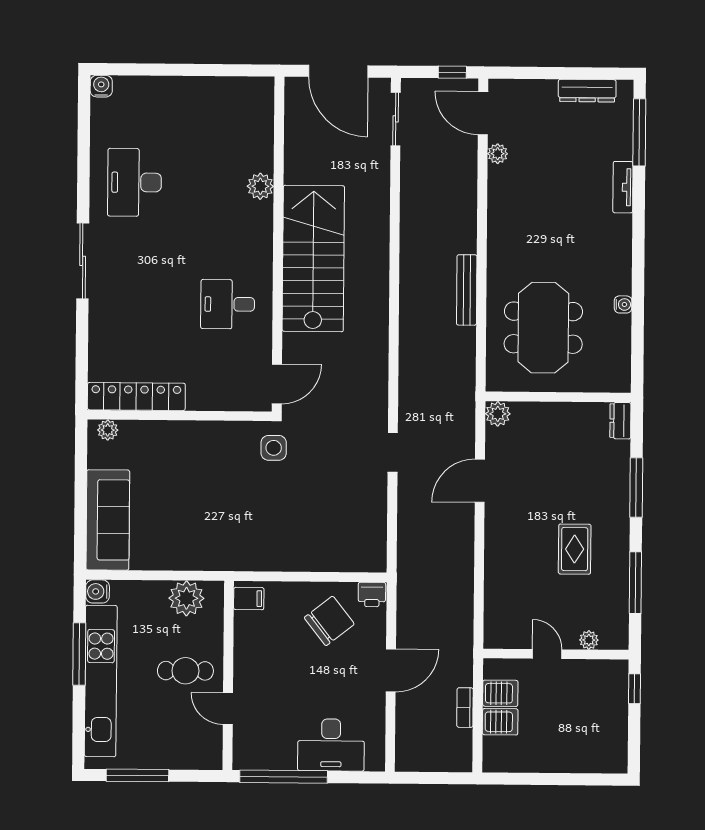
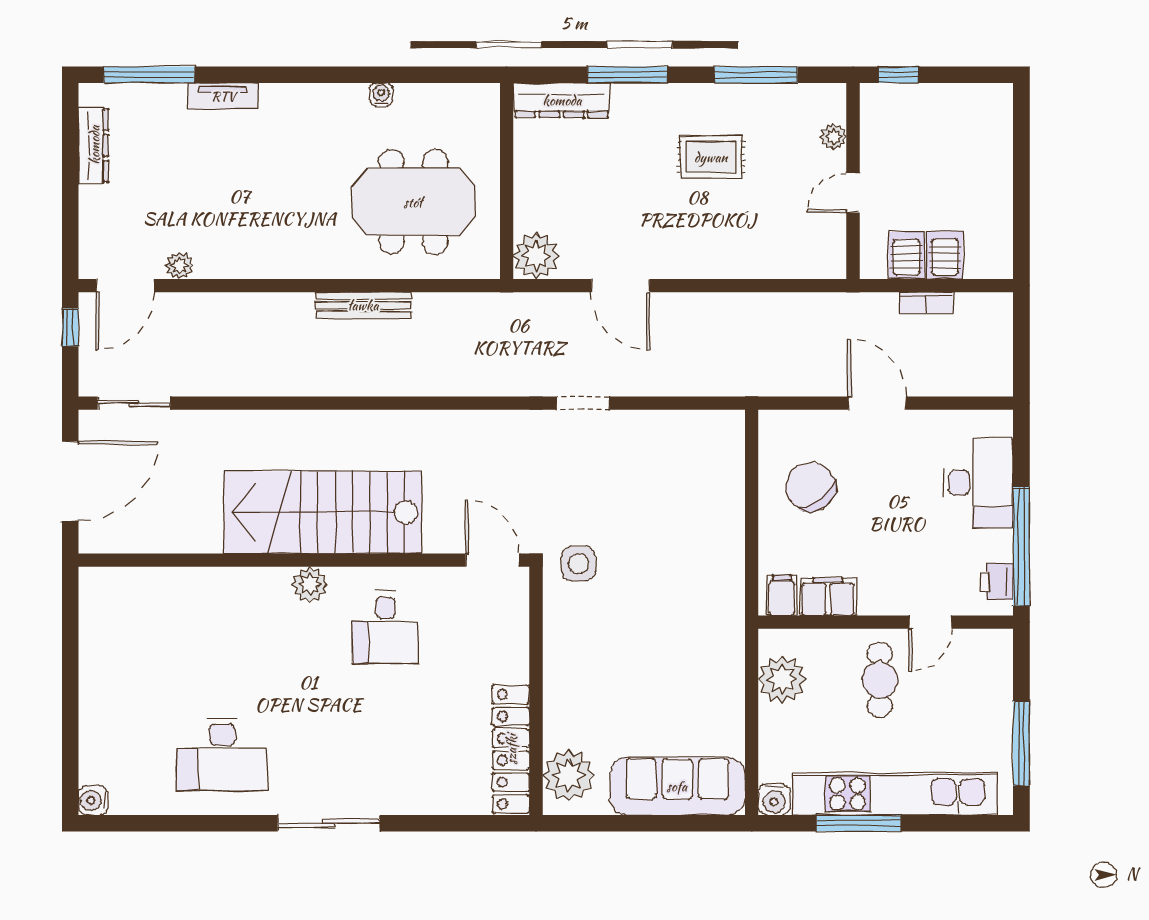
plant: (260, 186) -> (310, 585), moved
plant: (498, 414) -> (536, 256), width x1.36, depth x1.36
dresser: (620, 421) -> (562, 100), width x1.96, depth x1.24
plant: (108, 430) -> (569, 775), width x1.87, depth x1.87
printer: (372, 594) -> (997, 581), moved, turned 180
filing cabinet: (247, 633) -> (828, 597), added

